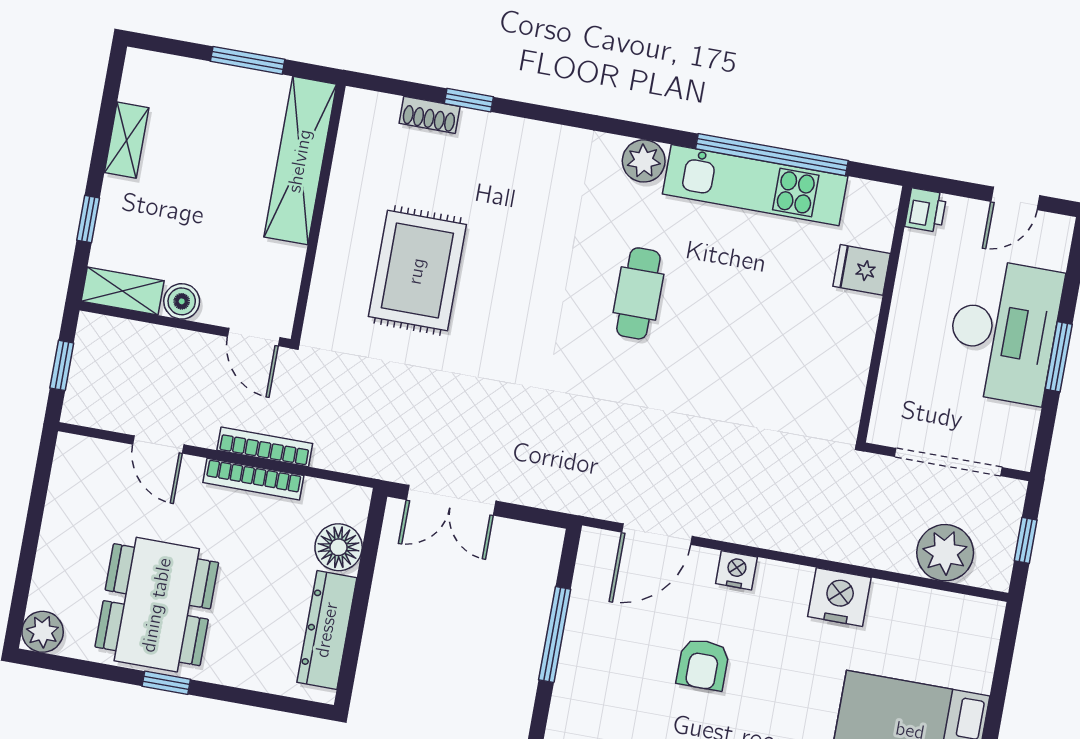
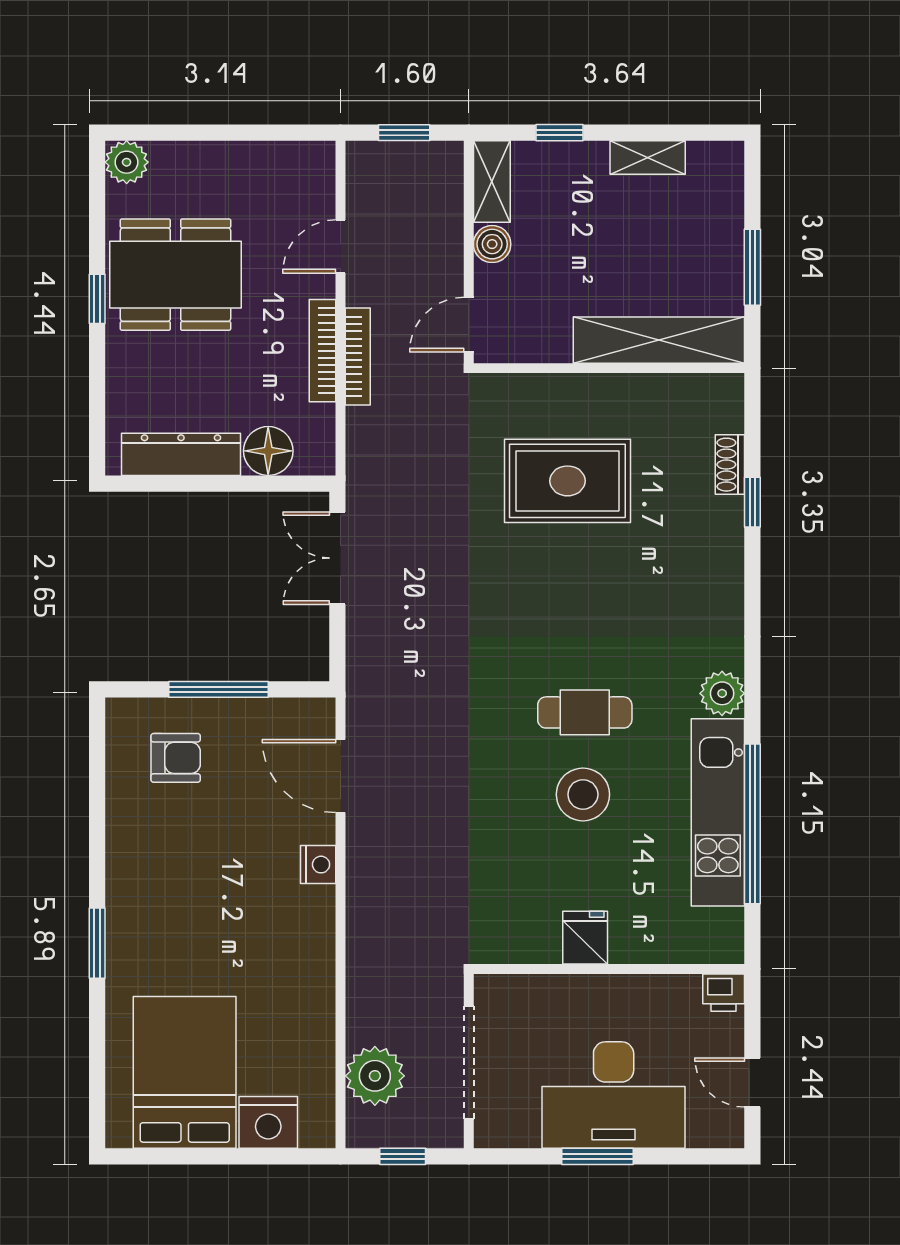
fridge: (862, 270) -> (585, 938), moved
stool: (715, 309) -> (583, 794), added
nightstand: (839, 597) -> (268, 1122), moved, turned 90
armchair: (703, 664) -> (176, 758), moved, turned 180

